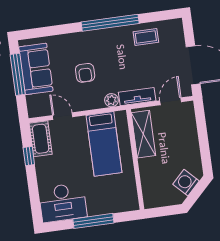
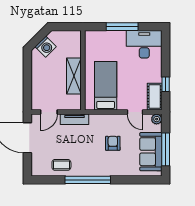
plant: (111, 100) -> (157, 119), moved
shelving: (143, 134) -> (74, 76), moved

